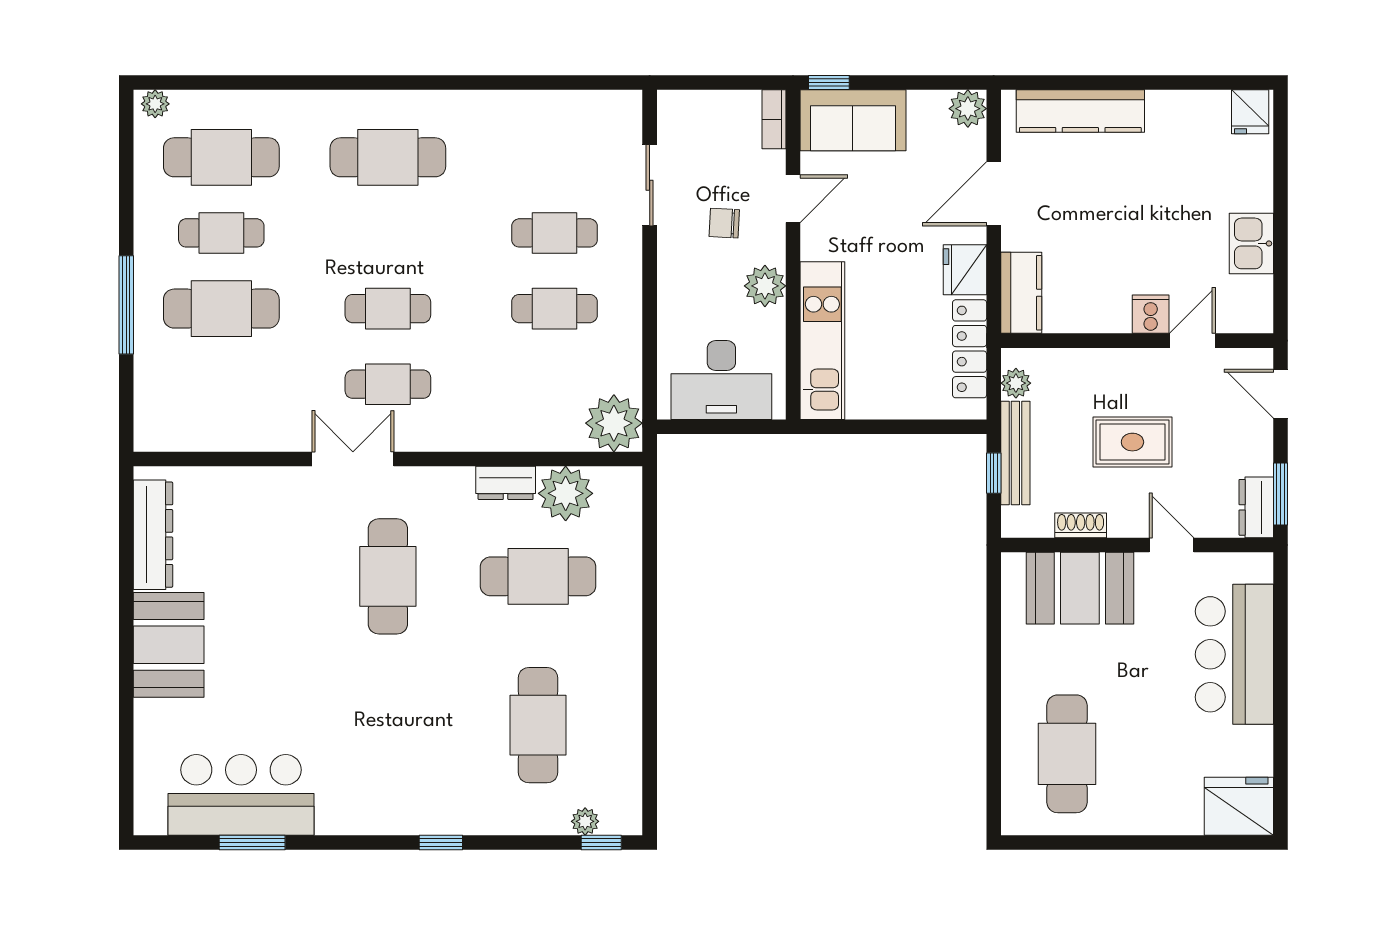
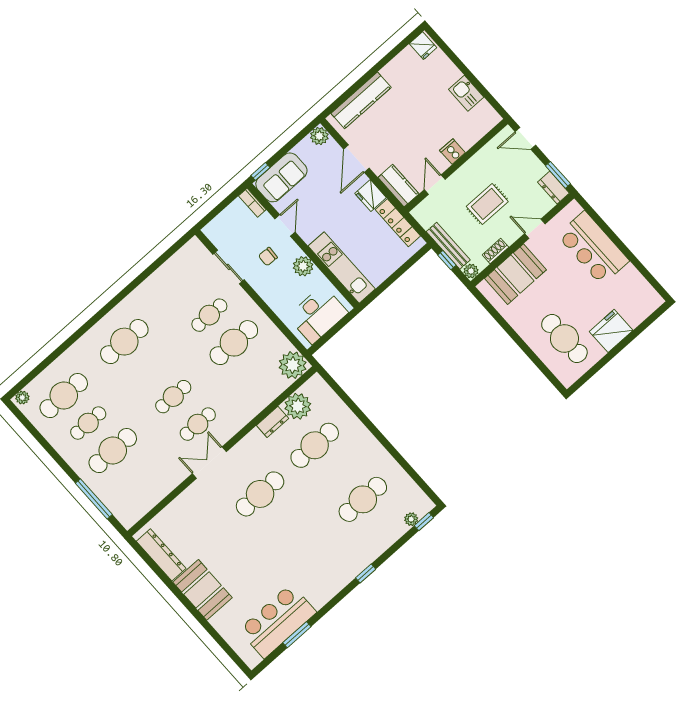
window: (126, 305) -> (94, 499), moved
cafe table: (554, 309) -> (234, 343), width x1.37, depth x1.35
door: (1192, 341) -> (435, 185), moved
plant: (1016, 383) -> (471, 271), moved
cafe table: (388, 576) -> (260, 494), turned 90
cafe table: (538, 725) -> (363, 499), turned 90
fridge: (1239, 806) -> (611, 331), moved

